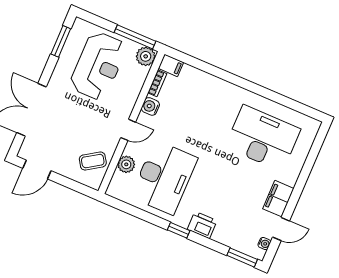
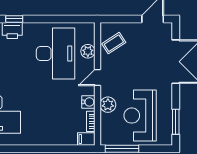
plant: (146, 56) -> (108, 105), moved
desk: (164, 178) -> (56, 53), turned 180
window: (179, 230) -> (14, 19), moved

